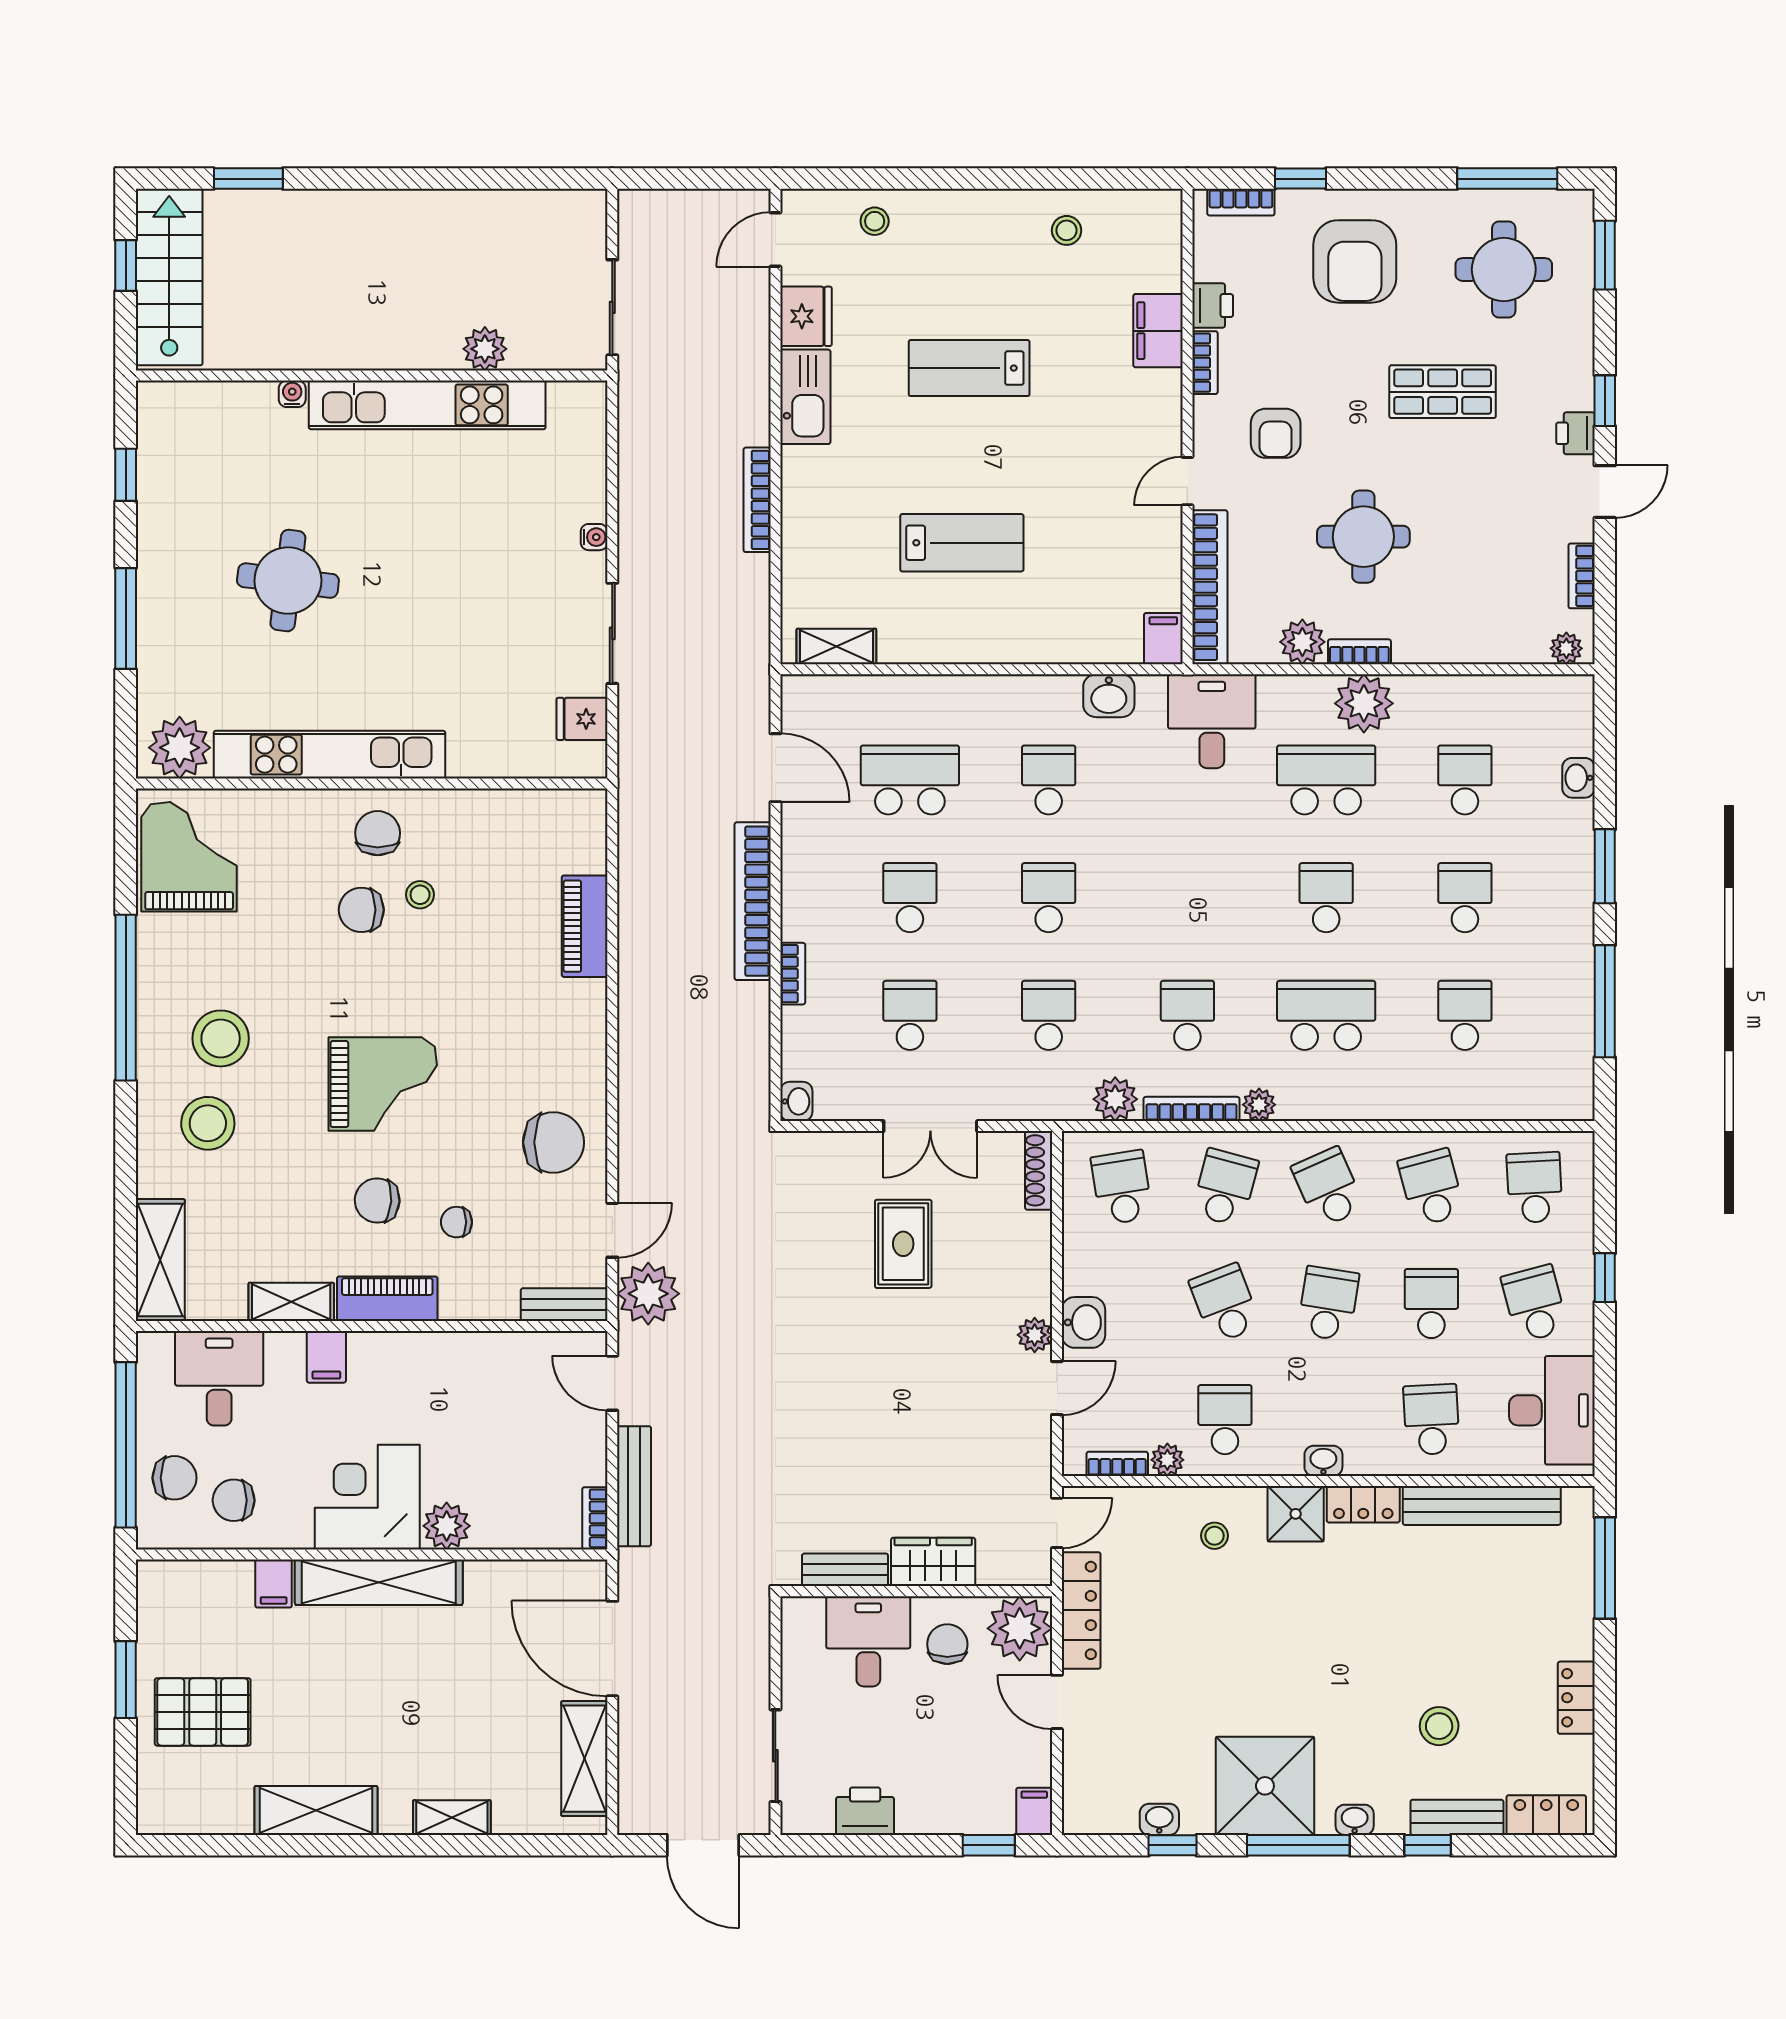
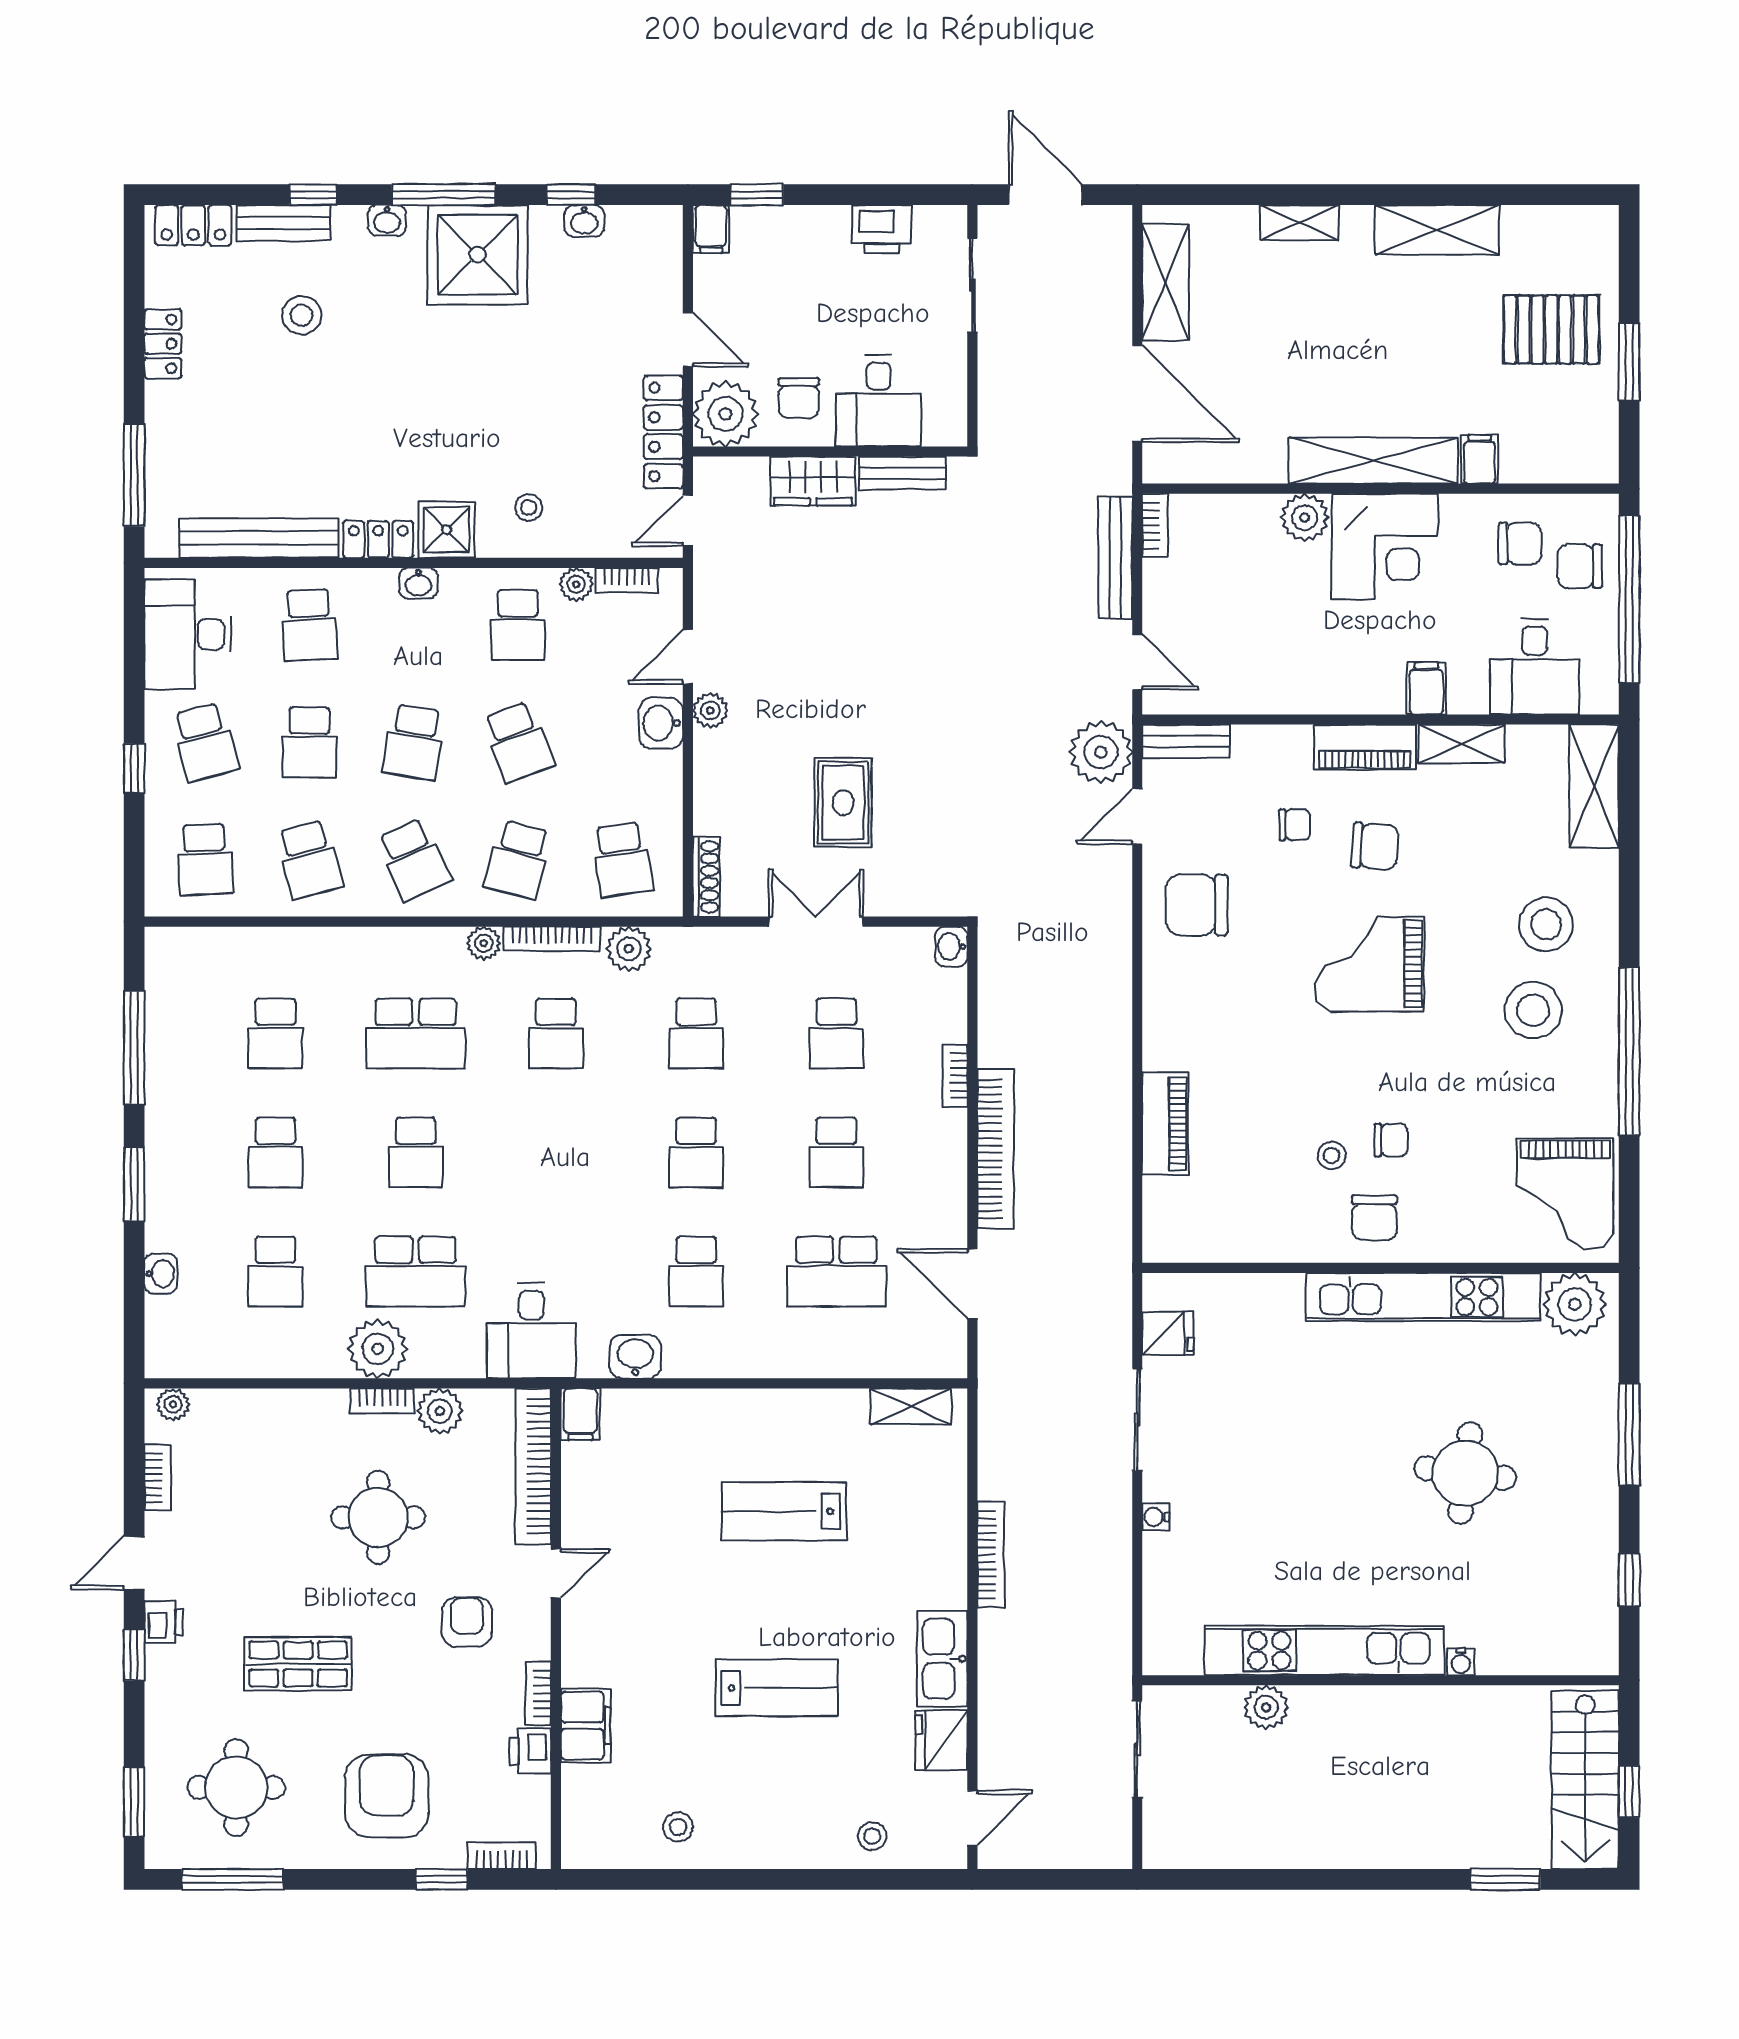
chair: (361, 910) -> (1391, 1140), width x0.73, depth x0.73

